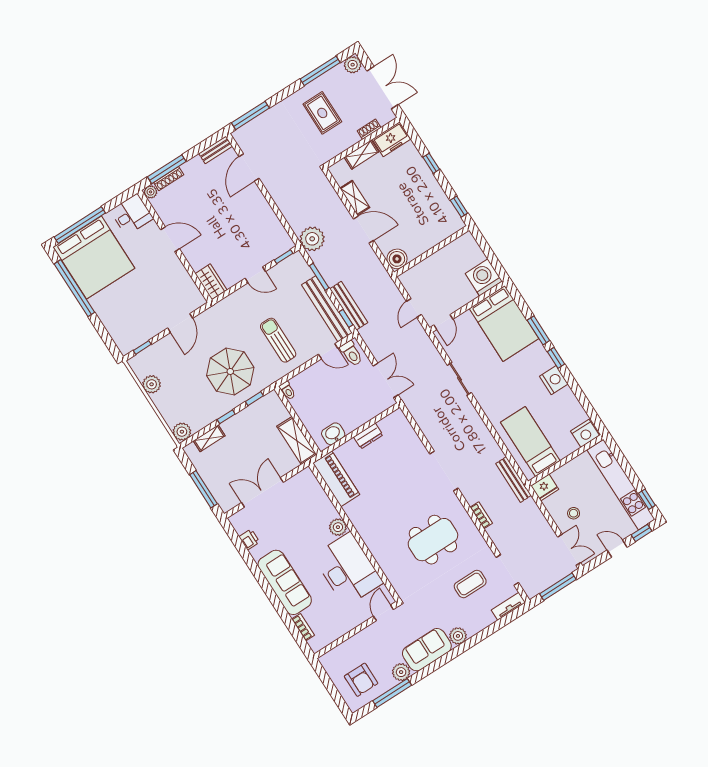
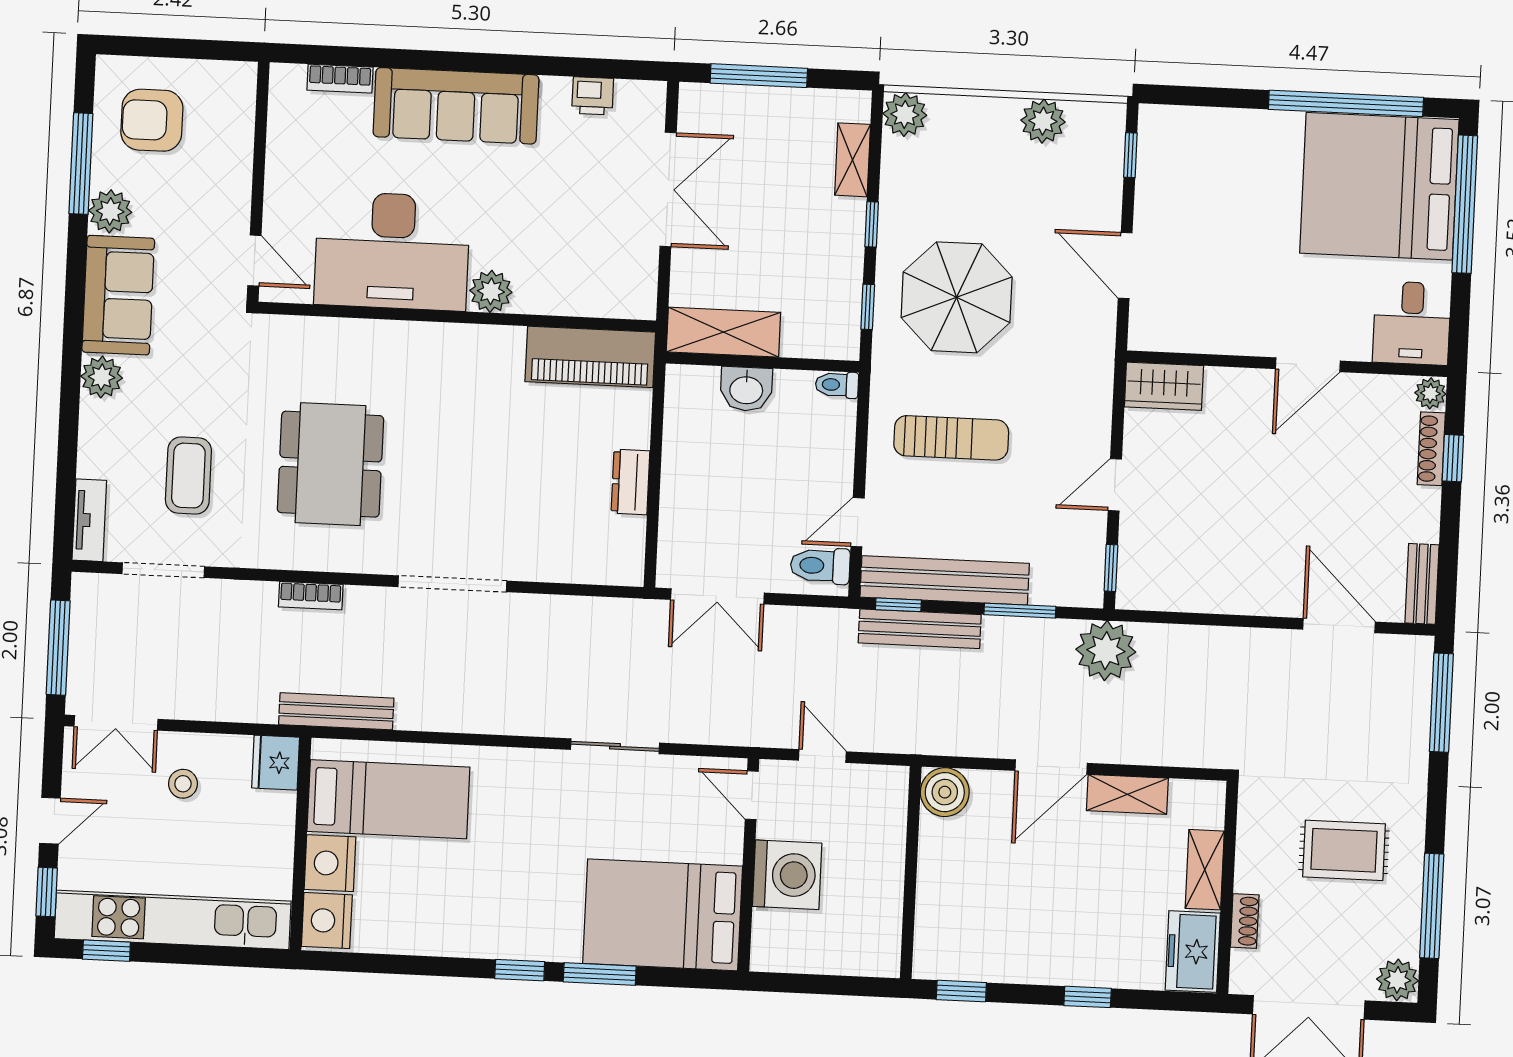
window: (167, 169) -> (1453, 458), width x0.46
washing machine: (484, 277) -> (787, 875), moved
nightstand: (554, 380) -> (330, 863), moved, turned 90
washbasin: (333, 434) -> (746, 389), moved, turned 90

